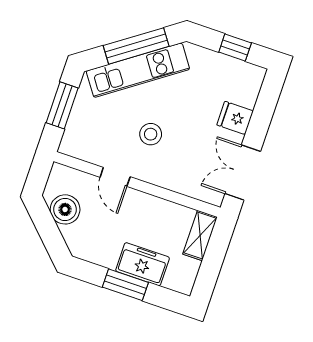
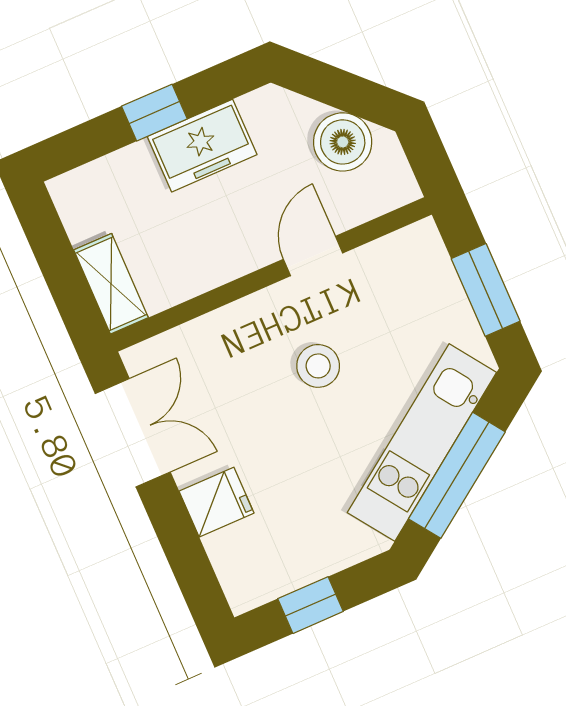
door: (115, 177) -> (313, 256), hinge flipped
freezer: (143, 264) -> (202, 146), moved
window: (125, 285) -> (154, 113), width x0.67

